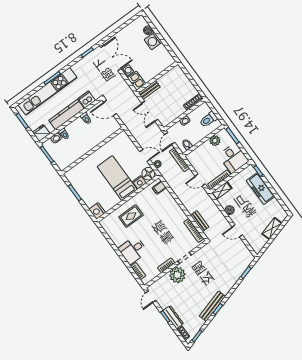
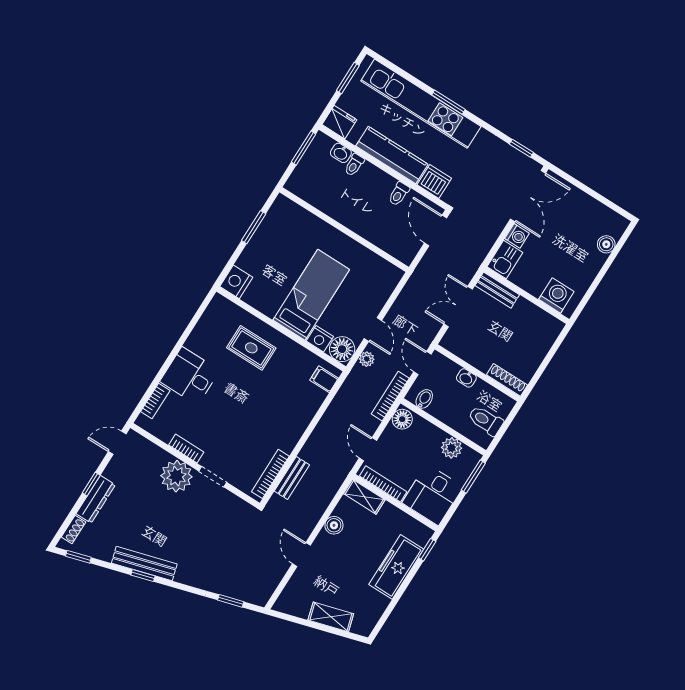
washing machine: (153, 41) -> (556, 295), moved, turned 90
door: (170, 139) -> (422, 363), hinge flipped
floor lamp: (192, 158) -> (402, 419), added

